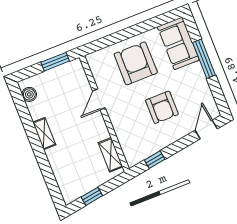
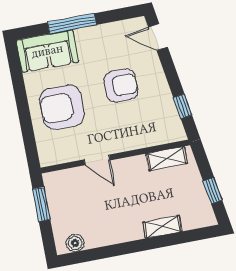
shelving: (44, 134) -> (162, 227), moved

